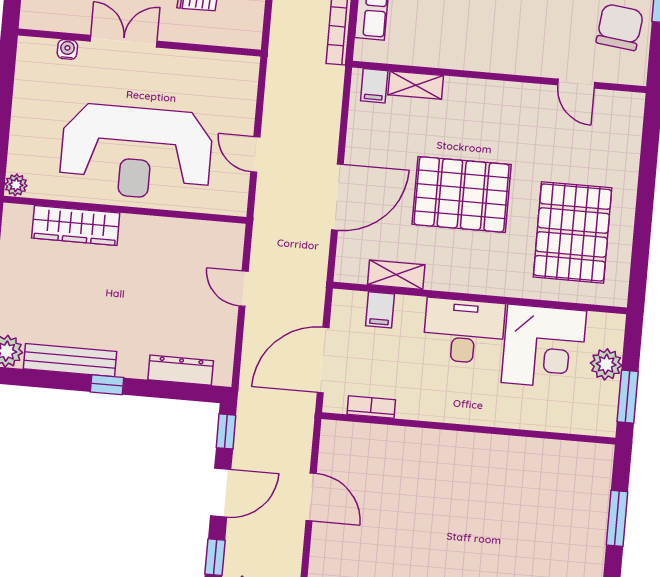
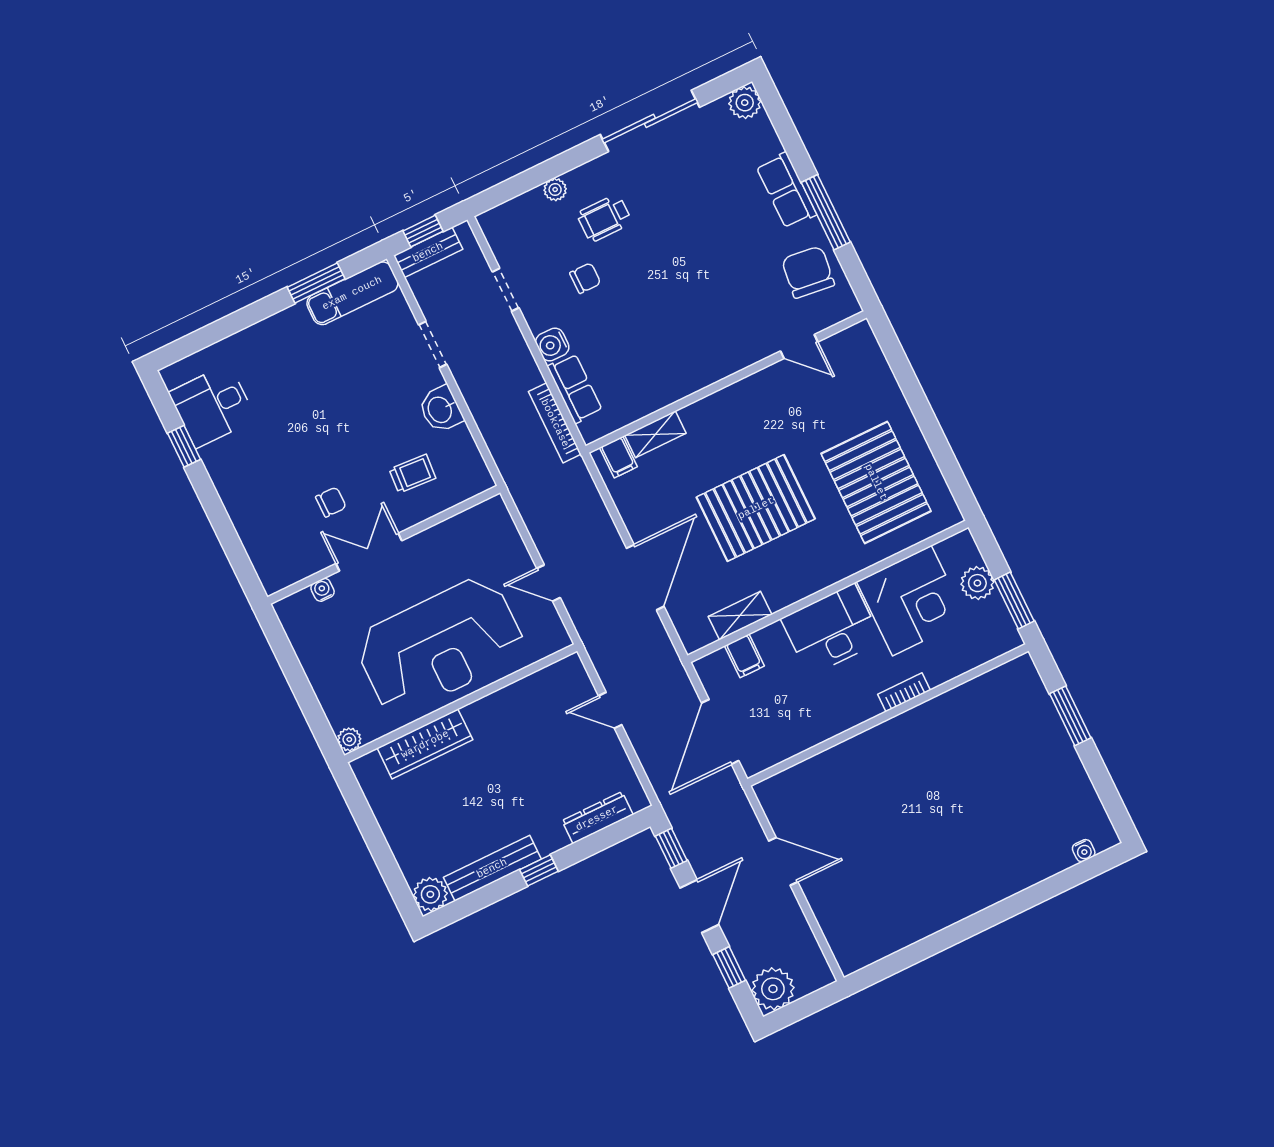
bookcase: (371, 407) -> (904, 692), moved

